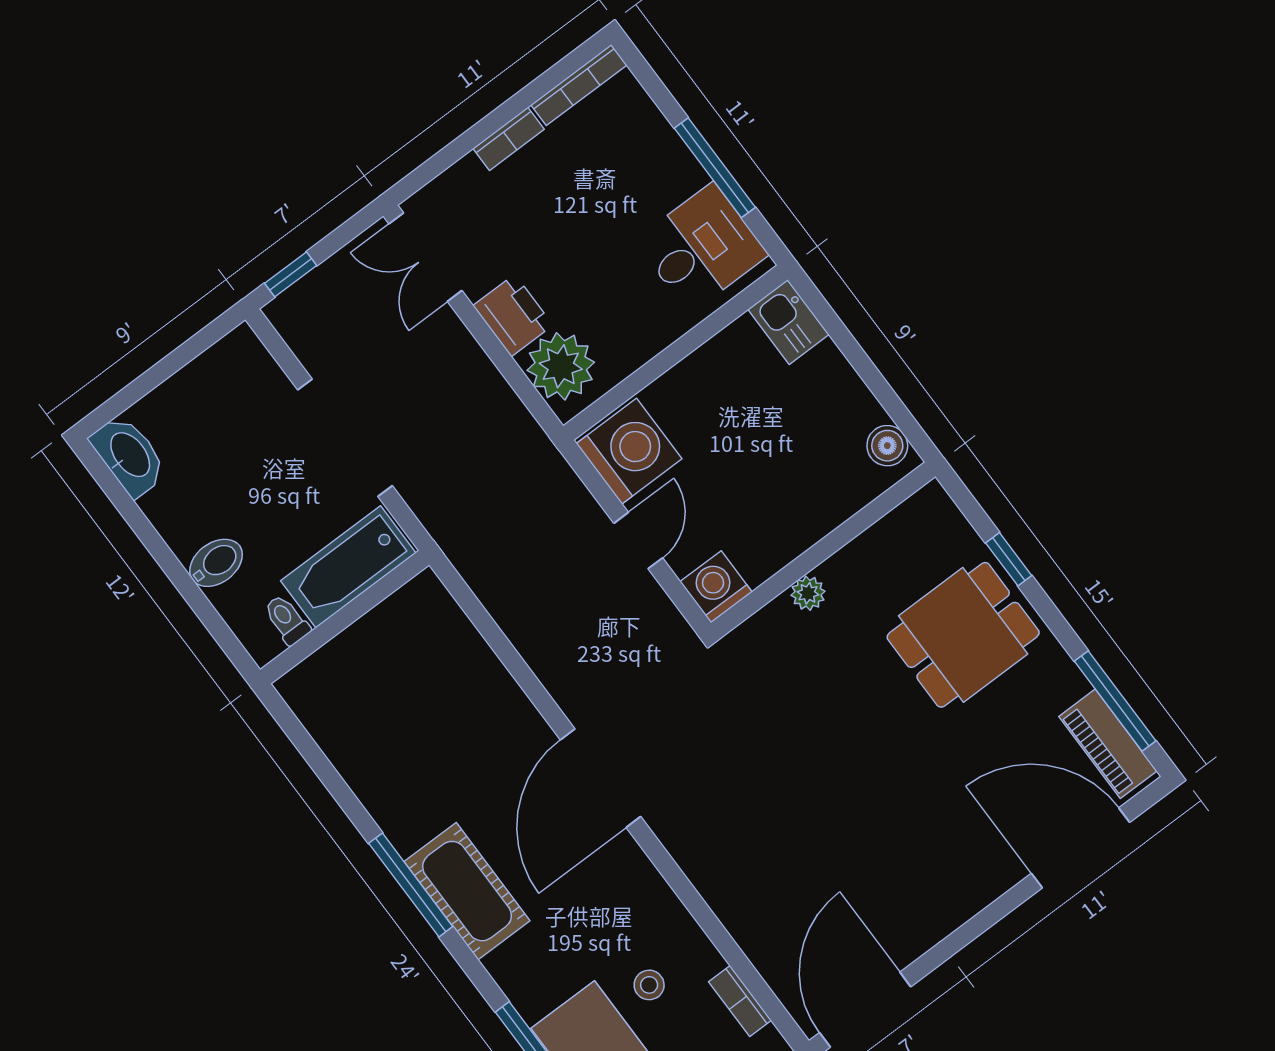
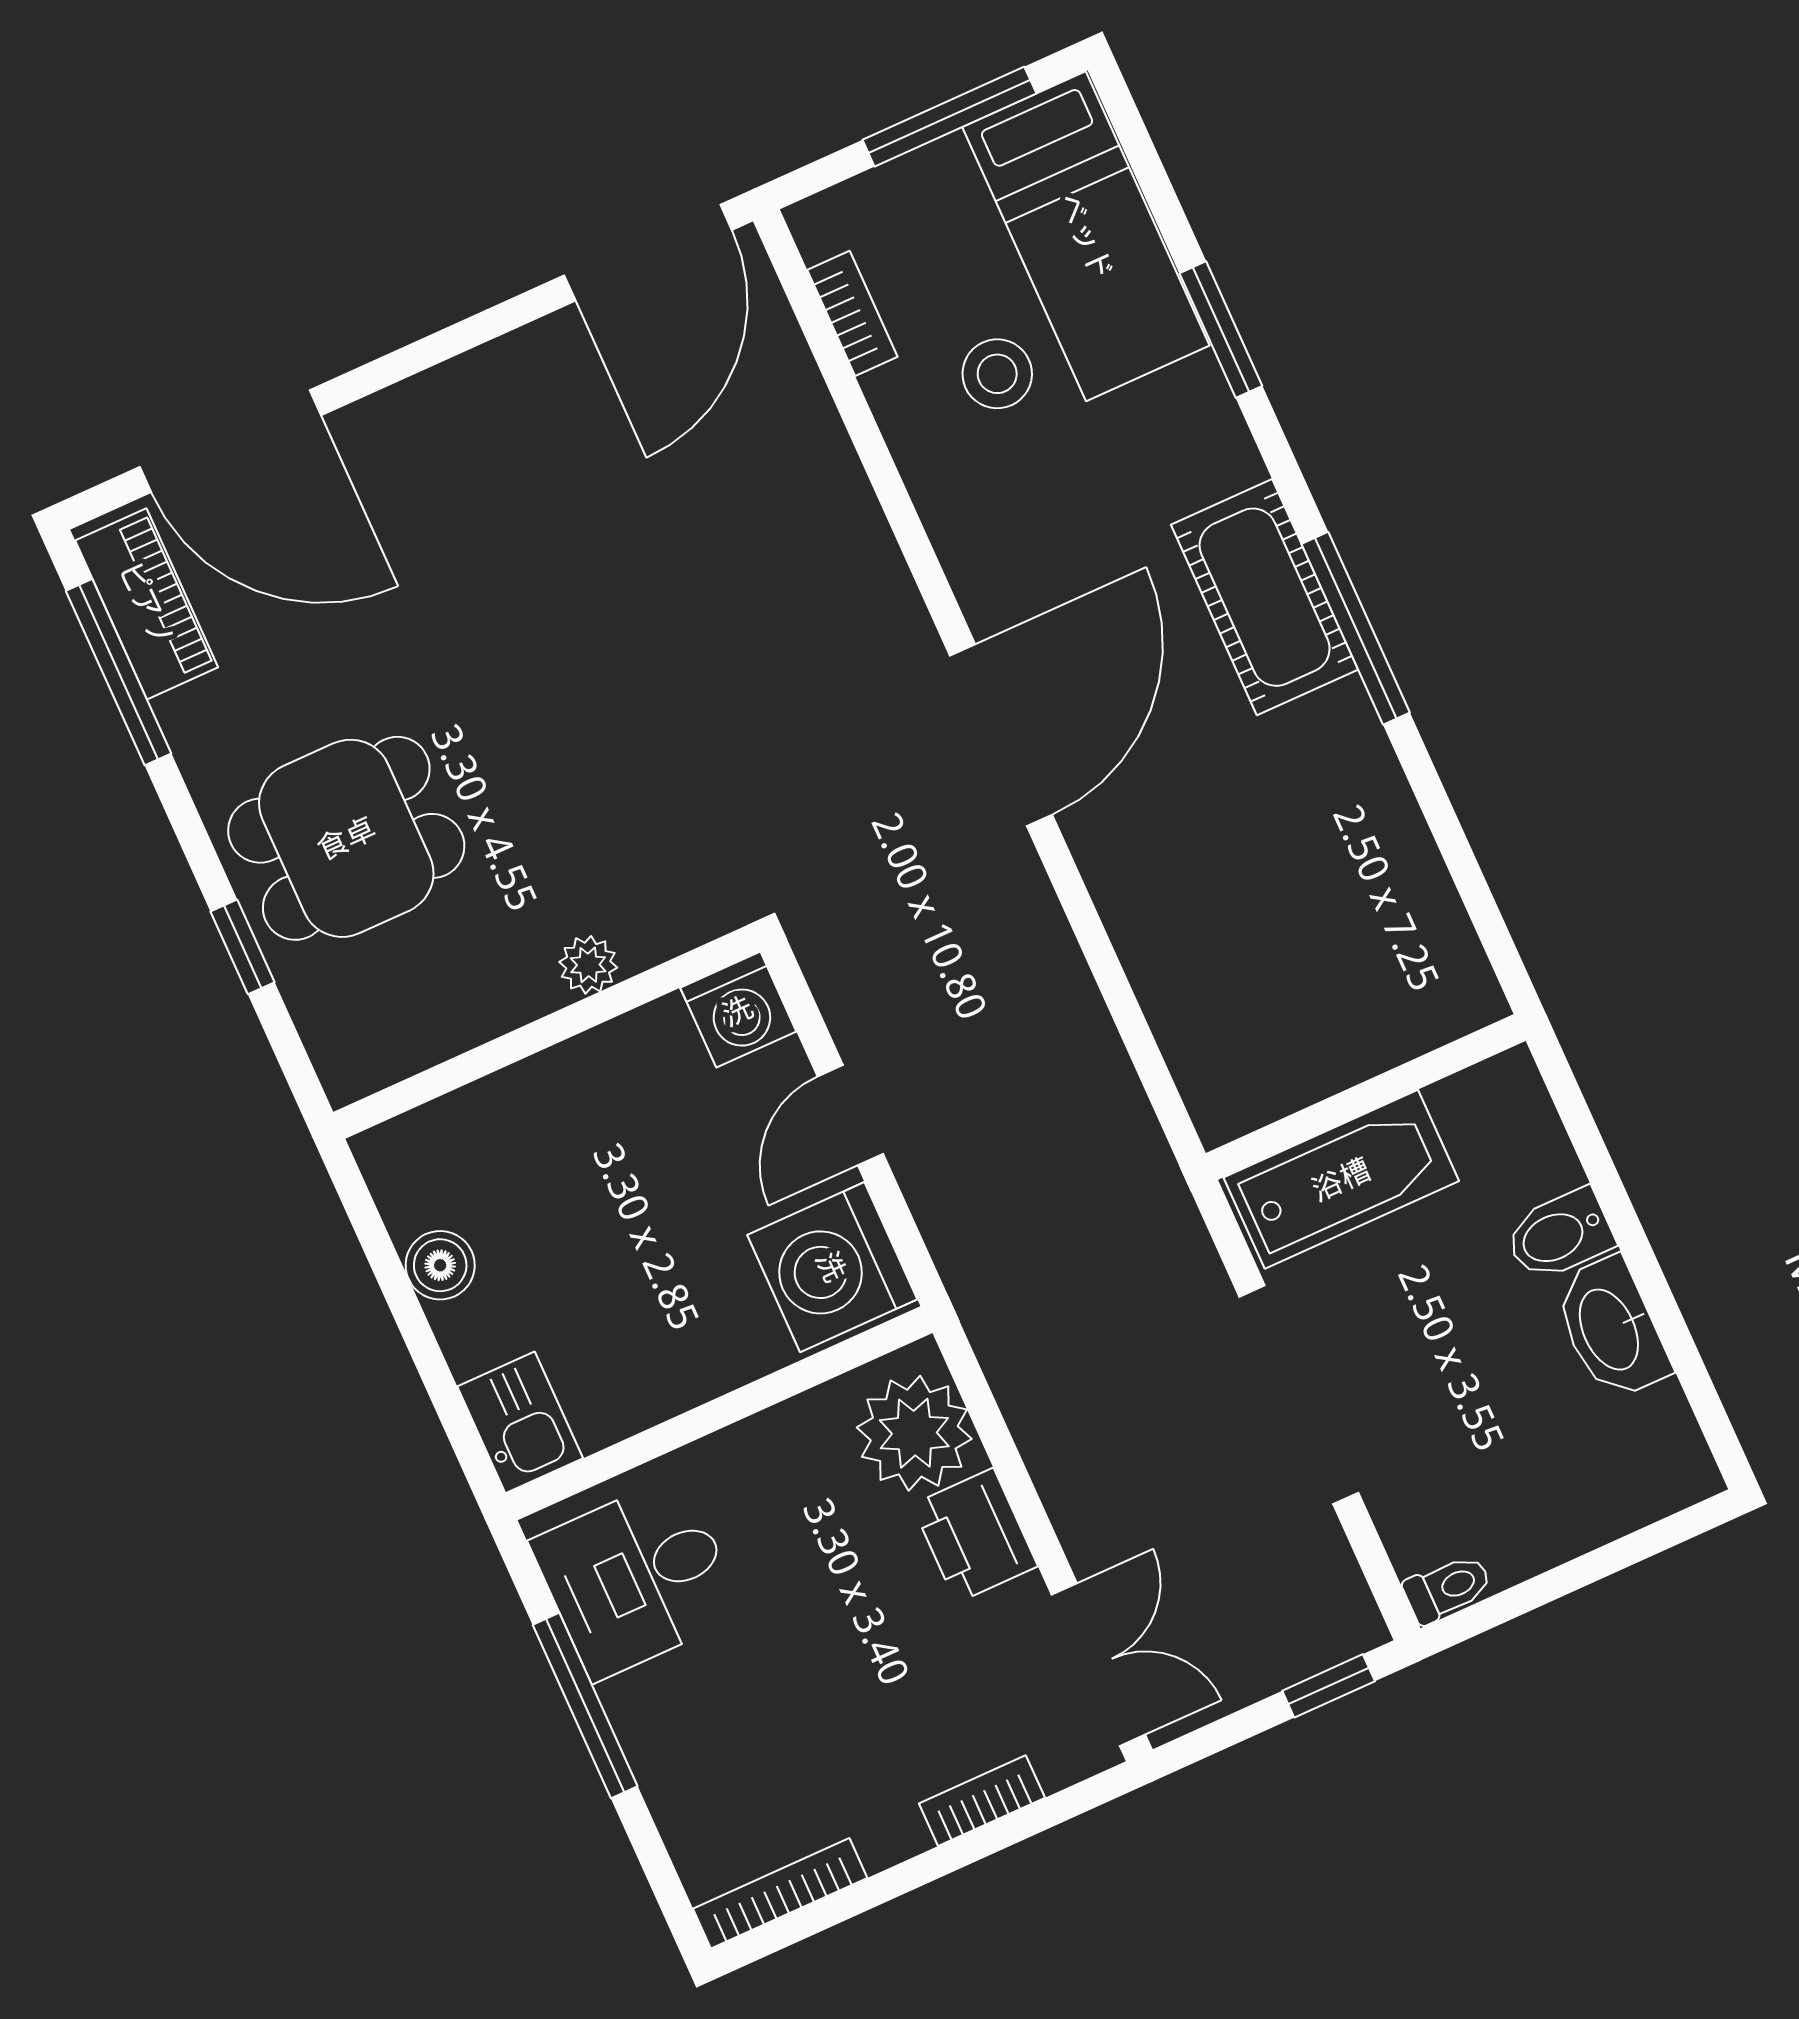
bookcase: (509, 139) -> (982, 1801), moved
boiler: (887, 446) -> (440, 1265), moved
washbasin: (129, 456) -> (1611, 1329), moved
toilet: (287, 620) -> (1448, 1588), moved, turned -90
stool: (649, 985) -> (997, 374), width x1.37, depth x1.37

